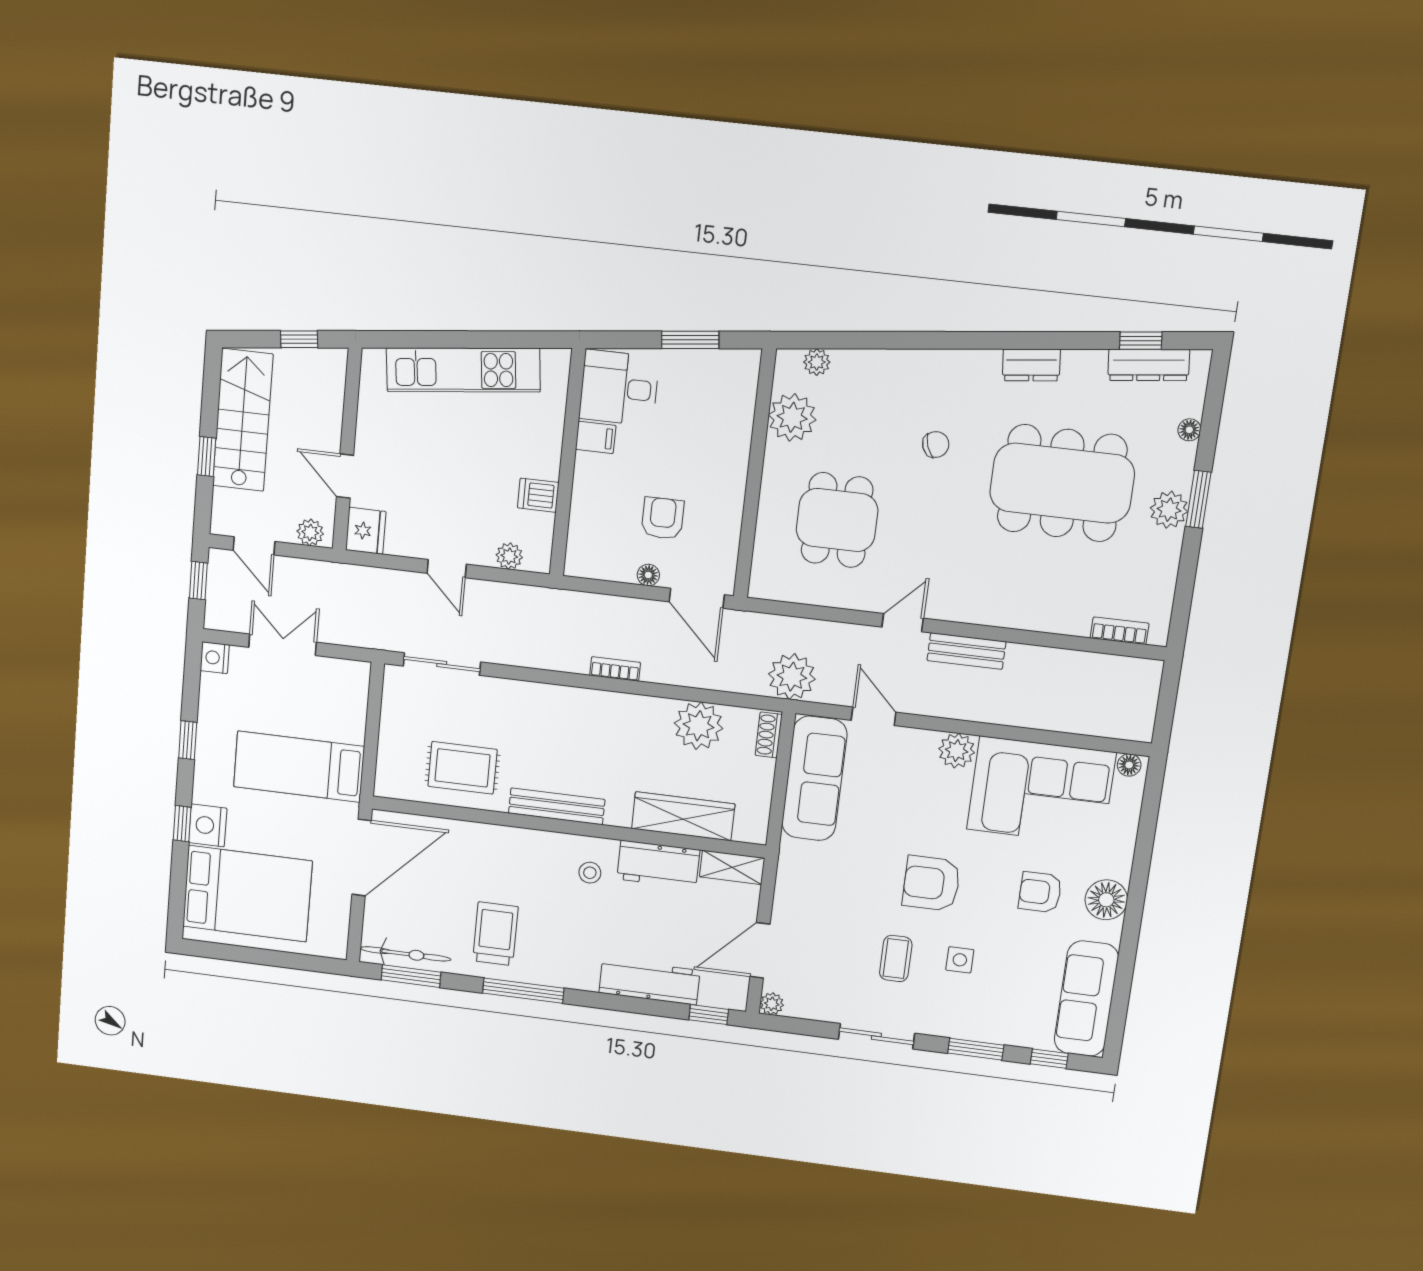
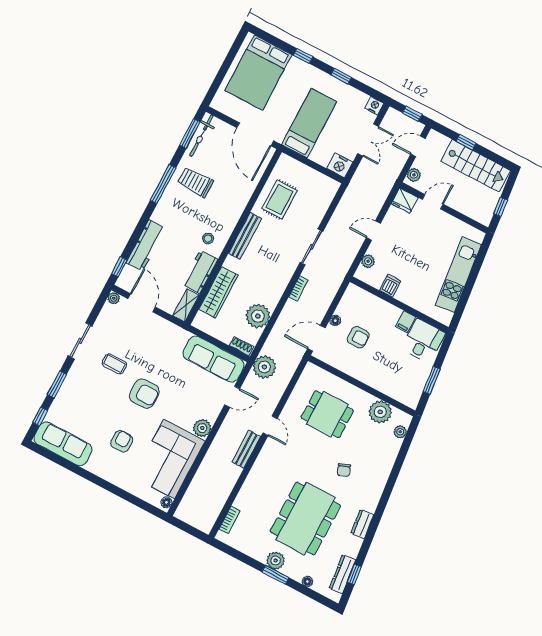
sliding door: (442, 664) -> (312, 247), moved
nightstand: (208, 825) -> (340, 165), moved, turned 180
armchair: (931, 883) -> (144, 394), turned 90
floor lamp: (1106, 900) -> (107, 470), removed
trolley: (495, 934) -> (195, 182), turned 180
side table: (960, 960) -> (103, 393), removed

